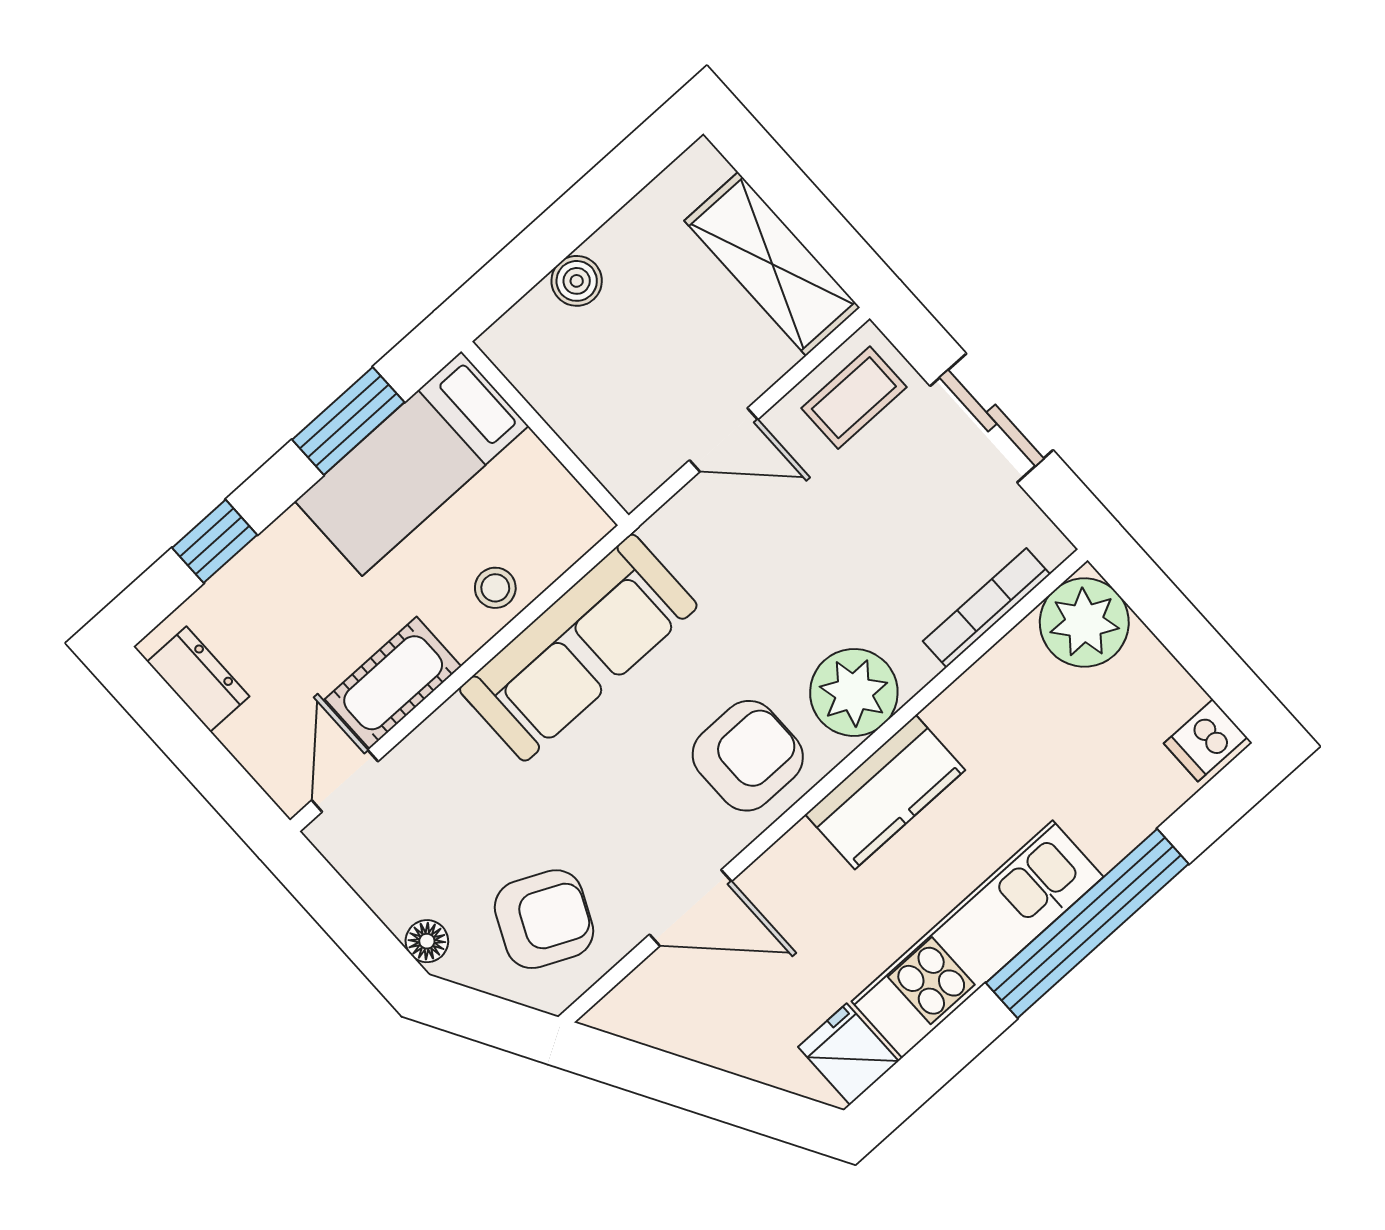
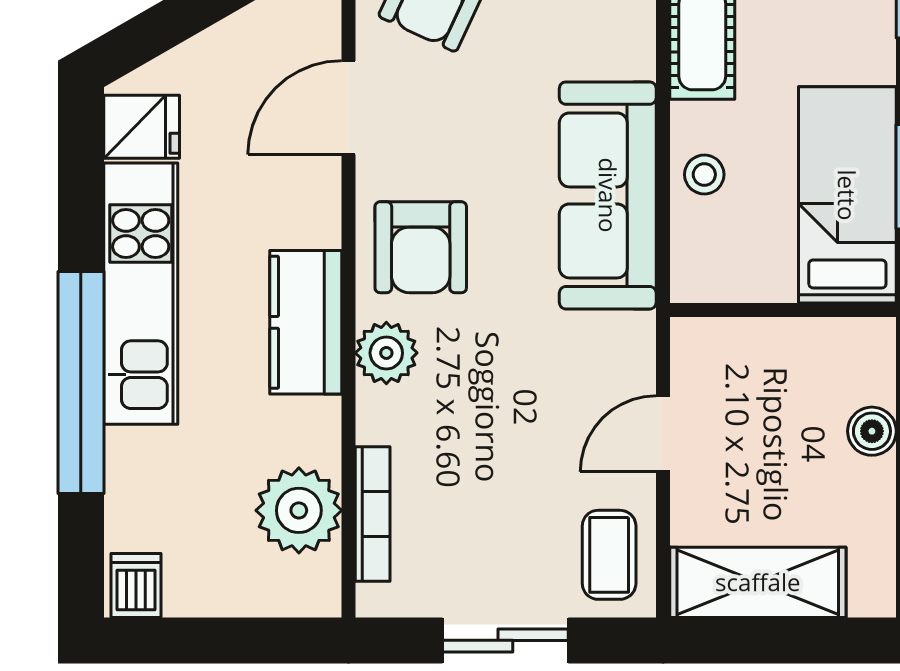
plant: (1084, 623) -> (299, 510), moved
plant: (854, 692) -> (386, 353), width x0.73, depth x0.73

